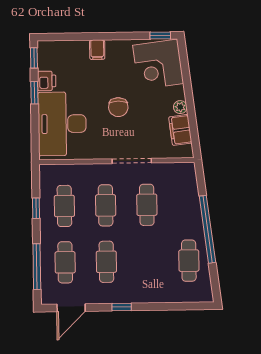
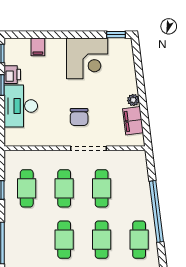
filing cabinet: (97, 50) -> (38, 47), moved
corner desk: (158, 64) -> (87, 58), moved, turned -83
chair: (118, 107) -> (79, 117), moved
desk: (62, 124) -> (21, 106), width x0.73, depth x0.77
cafe table: (65, 262) -> (102, 240), moved

